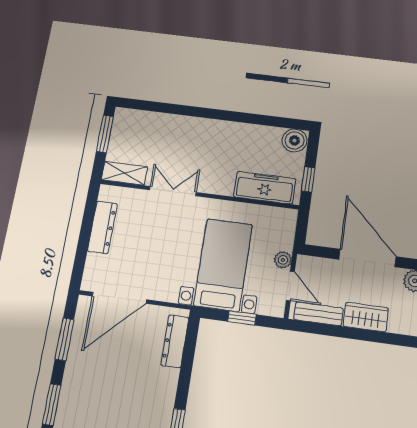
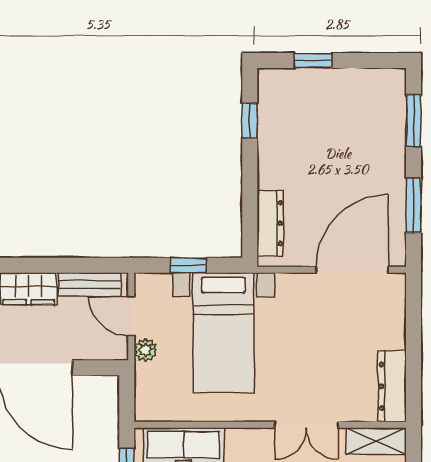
dresser: (102, 227) -> (392, 386), moved

